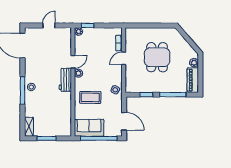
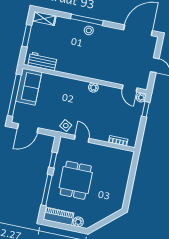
dining table: (157, 57) -> (76, 180), moved, turned 90
door: (124, 58) -> (82, 139), moved
door: (73, 62) -> (130, 88), moved
workbench: (65, 80) -> (42, 61), moved
coffee table: (90, 97) -> (63, 95), removed

